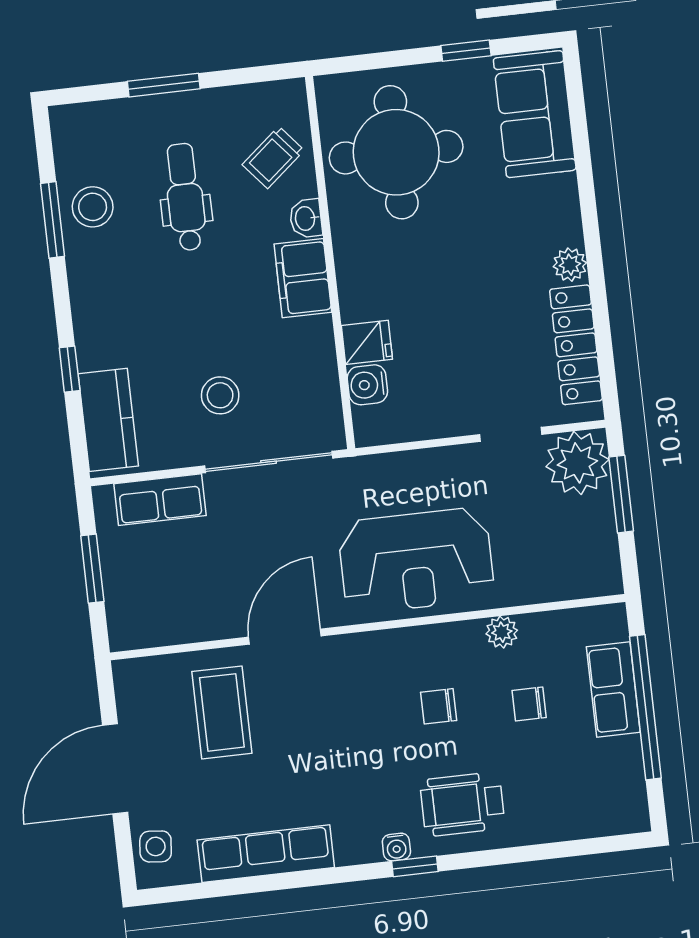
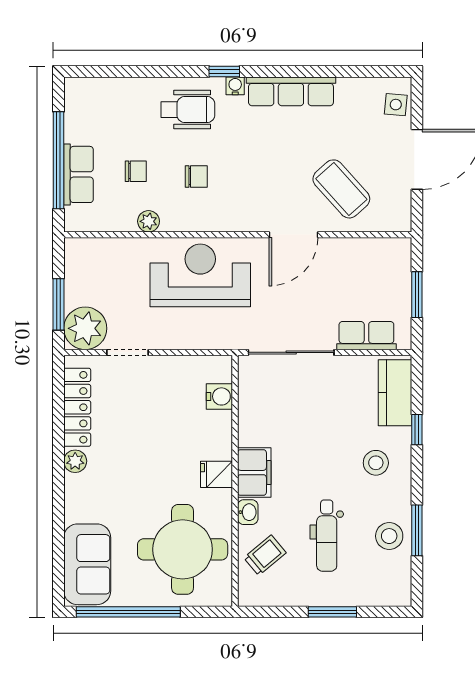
window: (466, 51) -> (128, 612), width x3.17
fridge: (367, 342) -> (216, 474), moved
stool: (220, 395) -> (376, 463), moved
coffee table: (222, 712) -> (341, 189), turned -42
row of seats: (266, 854) -> (291, 91), moved

